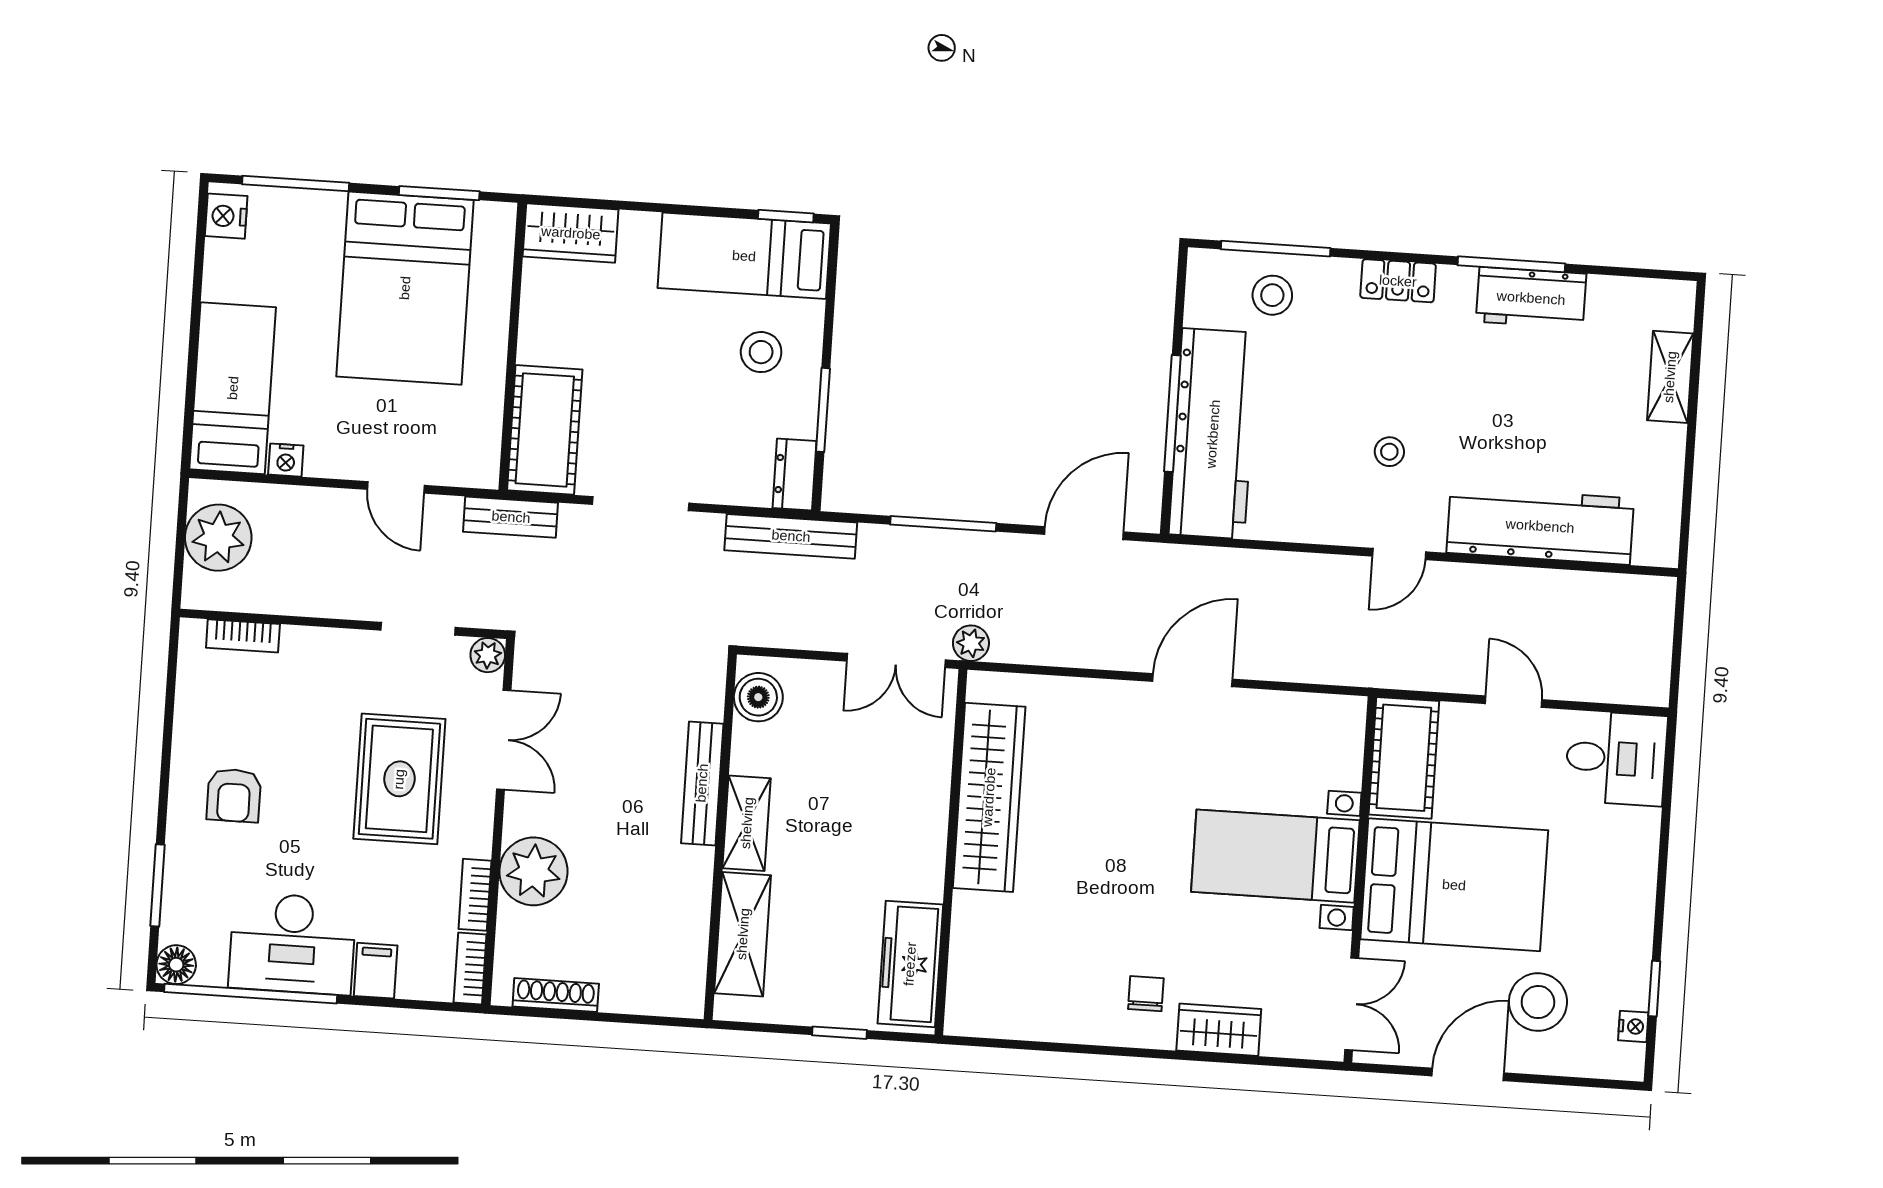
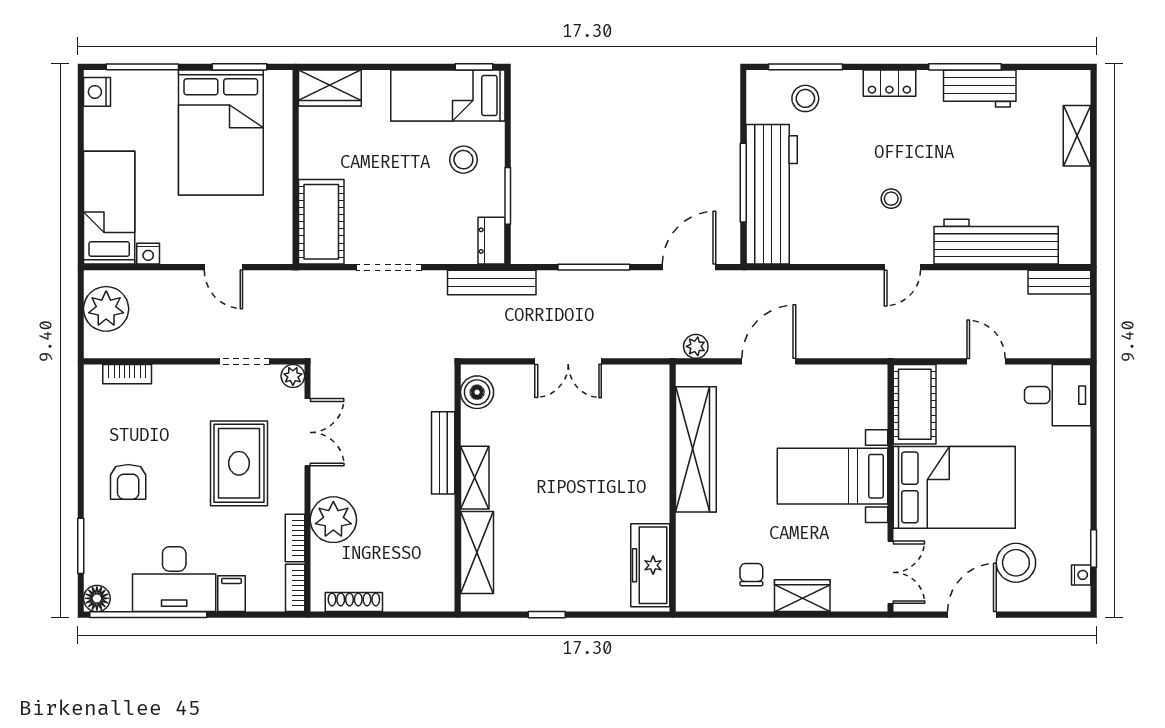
bench: (511, 517) -> (1059, 282), moved
plant: (971, 643) -> (696, 346), moved
wardrobe: (989, 797) -> (696, 449), moved
wall: (951, 852) -> (673, 488), moved
freezer: (910, 964) -> (650, 565), moved

